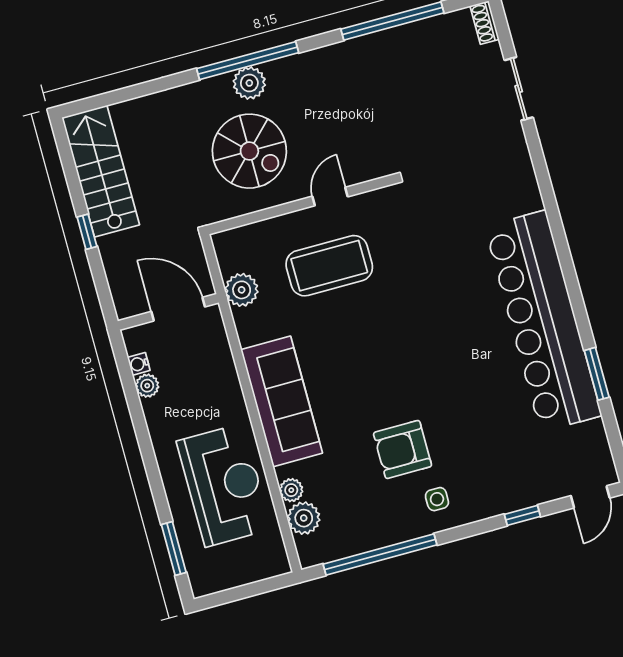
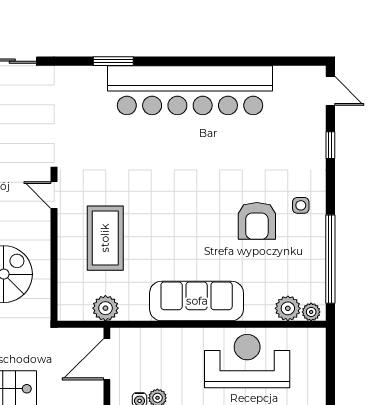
door: (330, 197) -> (54, 195), moved
window: (597, 374) -> (113, 61), moved
plant: (291, 490) -> (311, 312), moved

